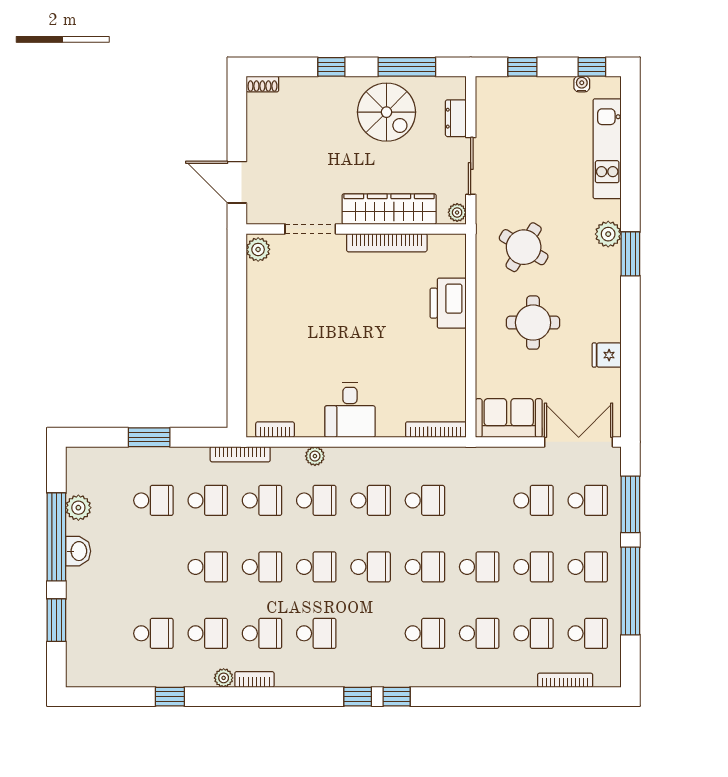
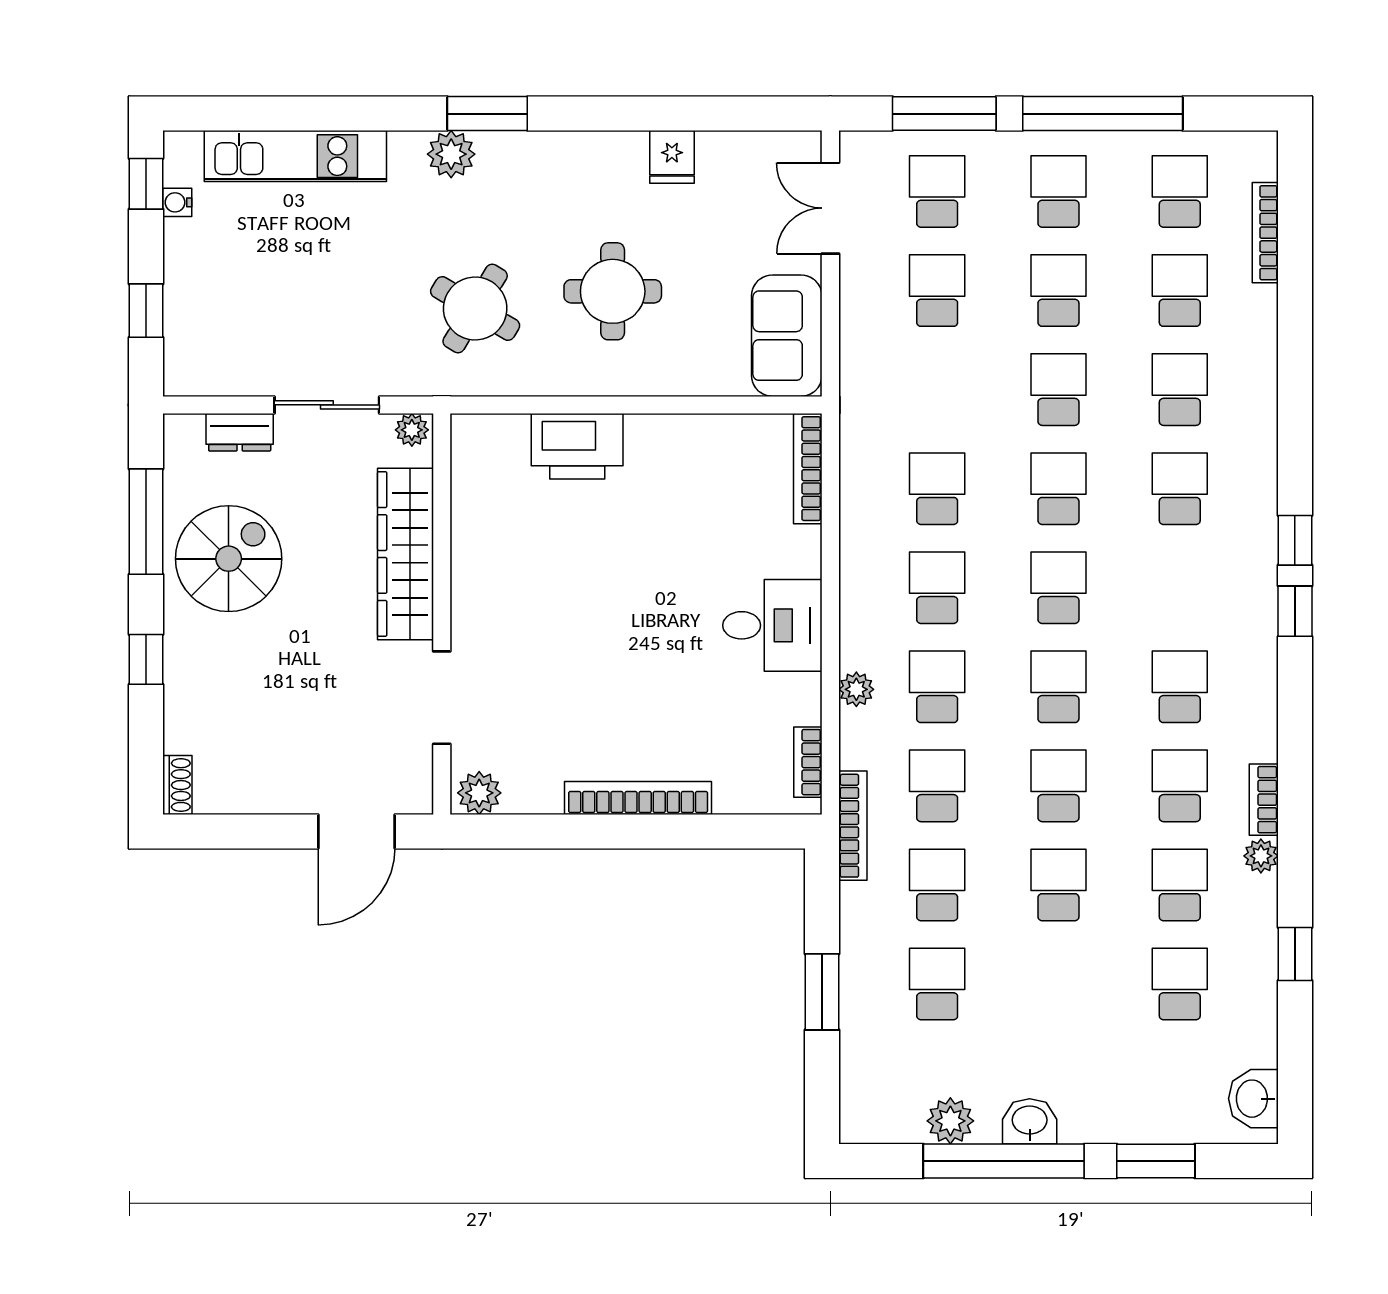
bookcase: (387, 243) -> (638, 798), moved, turned -90
double door: (579, 442) -> (830, 208), width x0.73
washbasin: (91, 674) -> (1253, 1099), added

